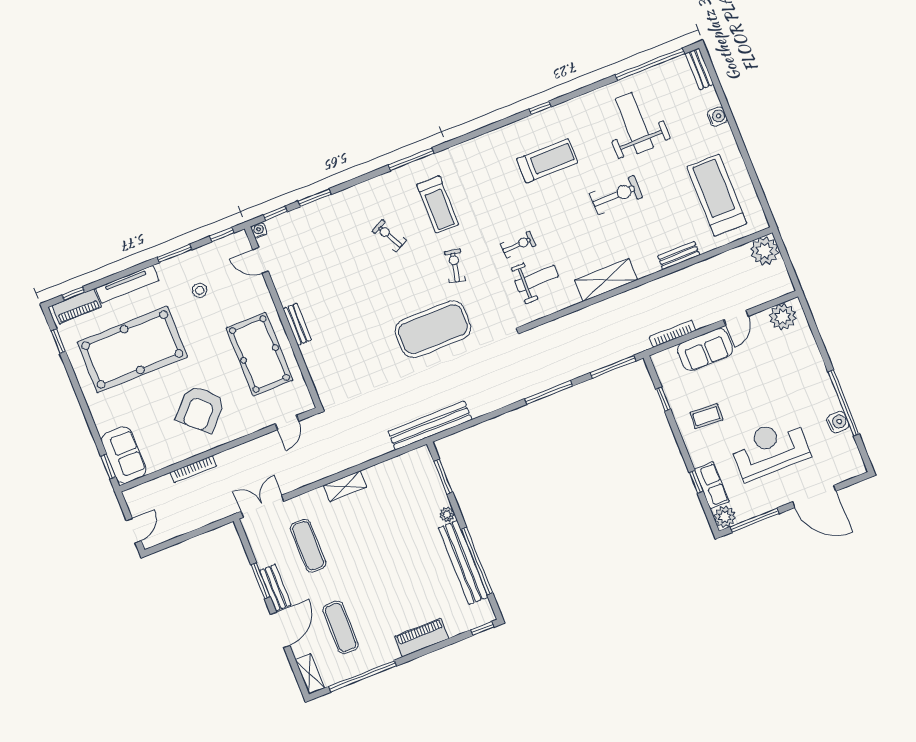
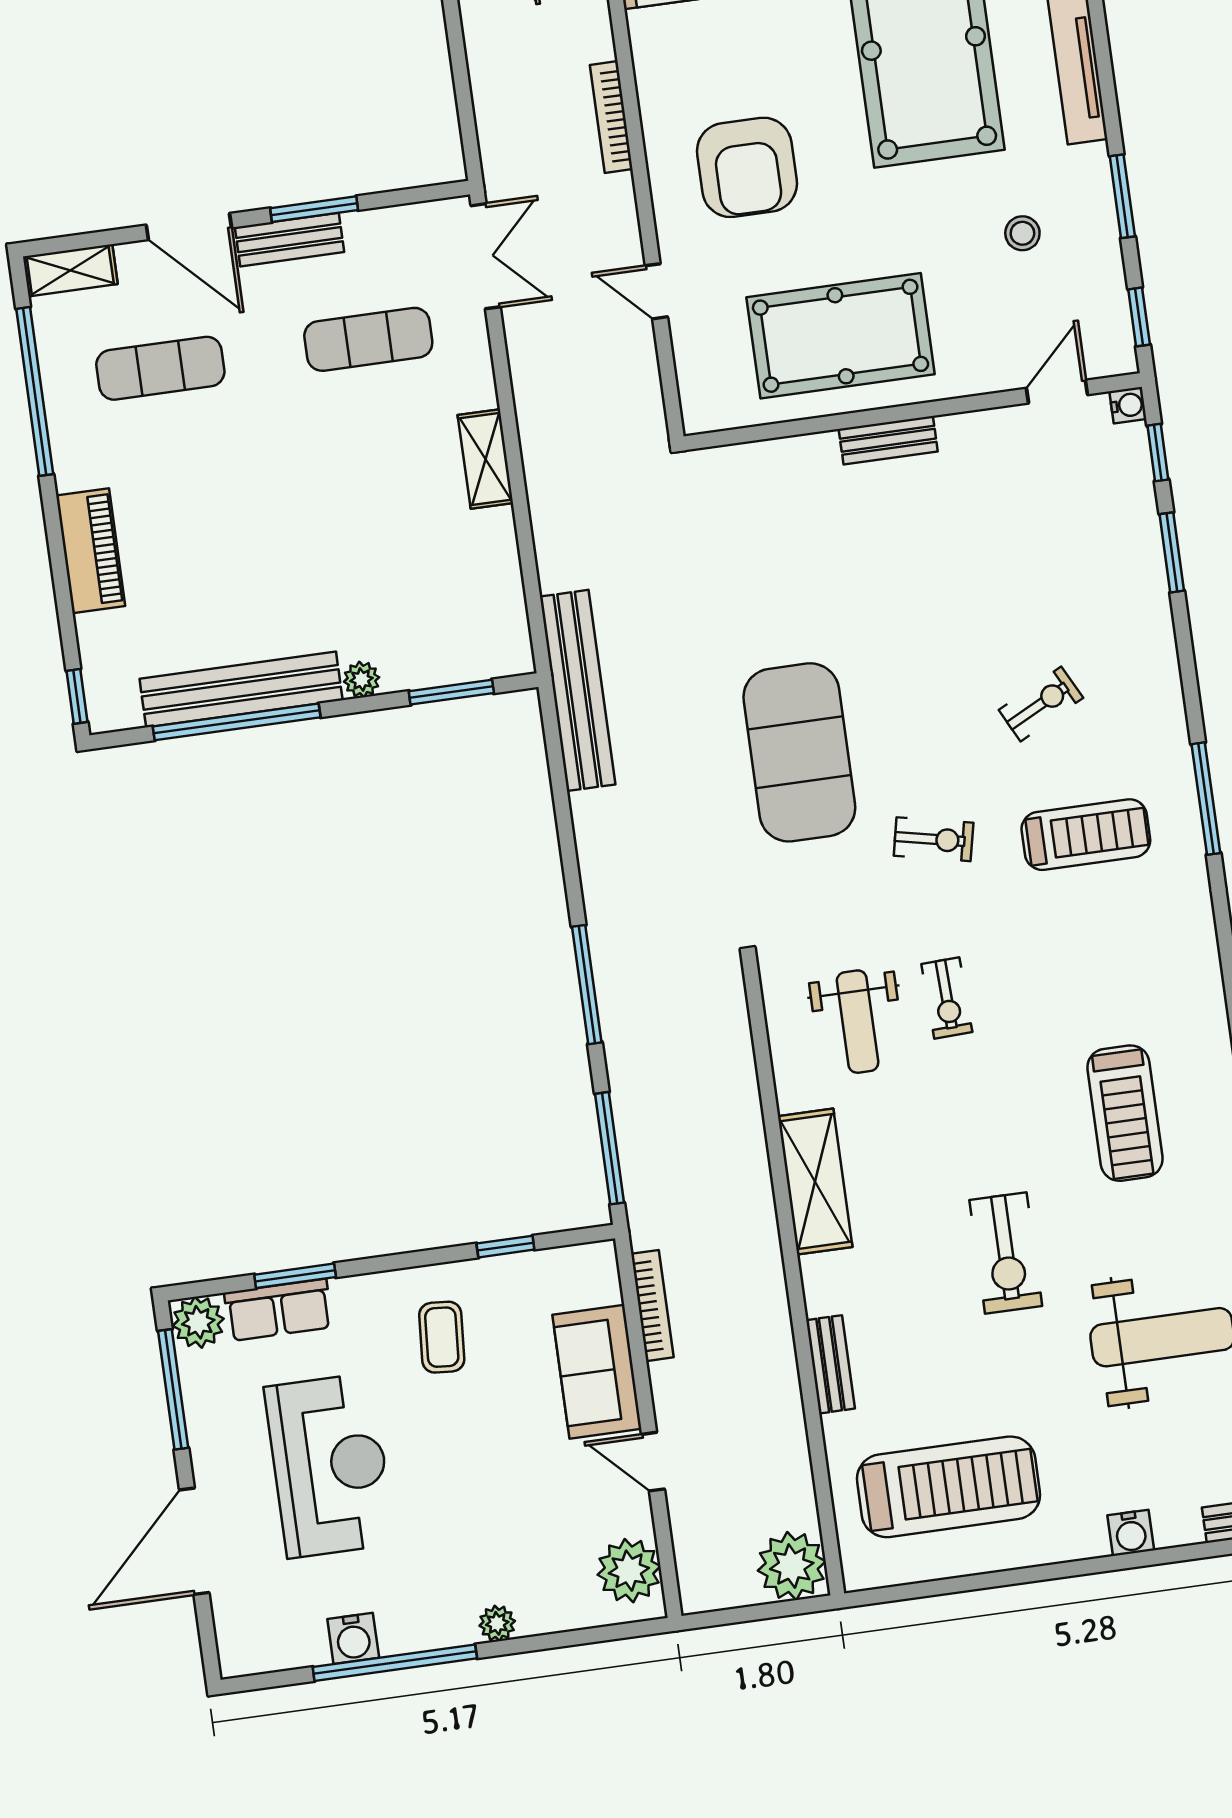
treadmill: (438, 204) -> (1086, 835), turned 180
plant: (817, 365) -> (497, 1623), added
armchair: (200, 409) -> (747, 167), turned -133
door: (287, 422) -> (656, 291), moved
window: (696, 482) -> (295, 1276), width x1.50

